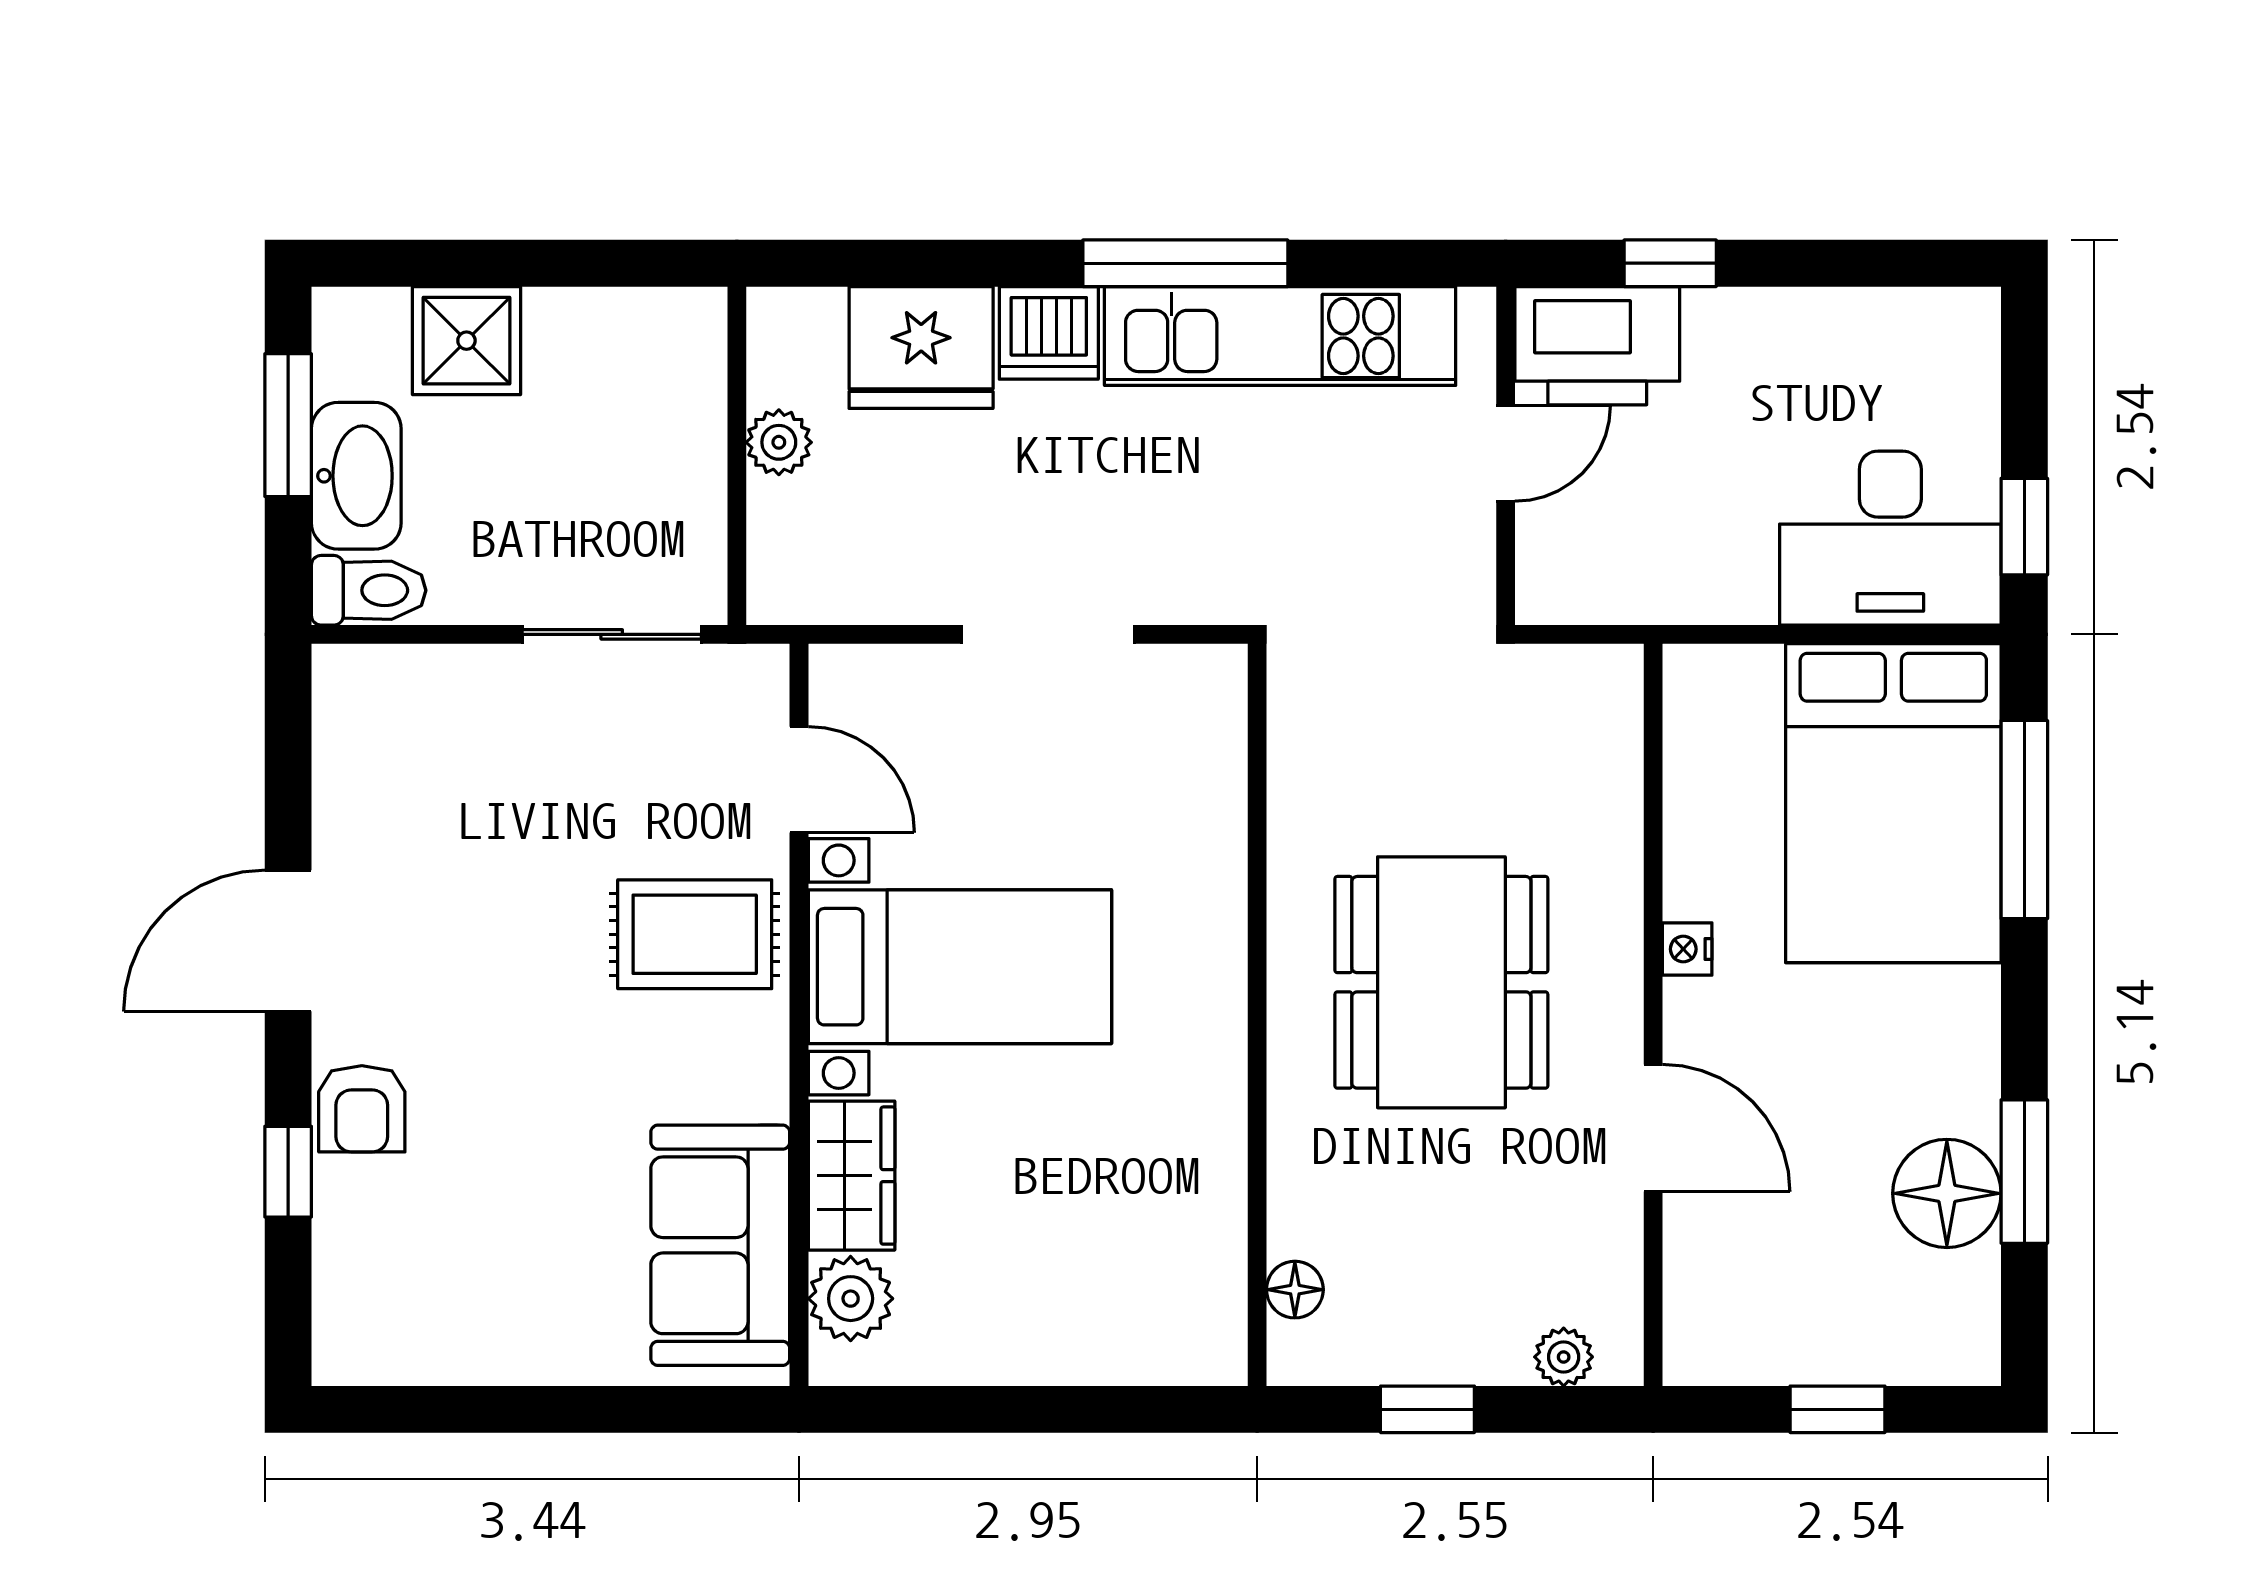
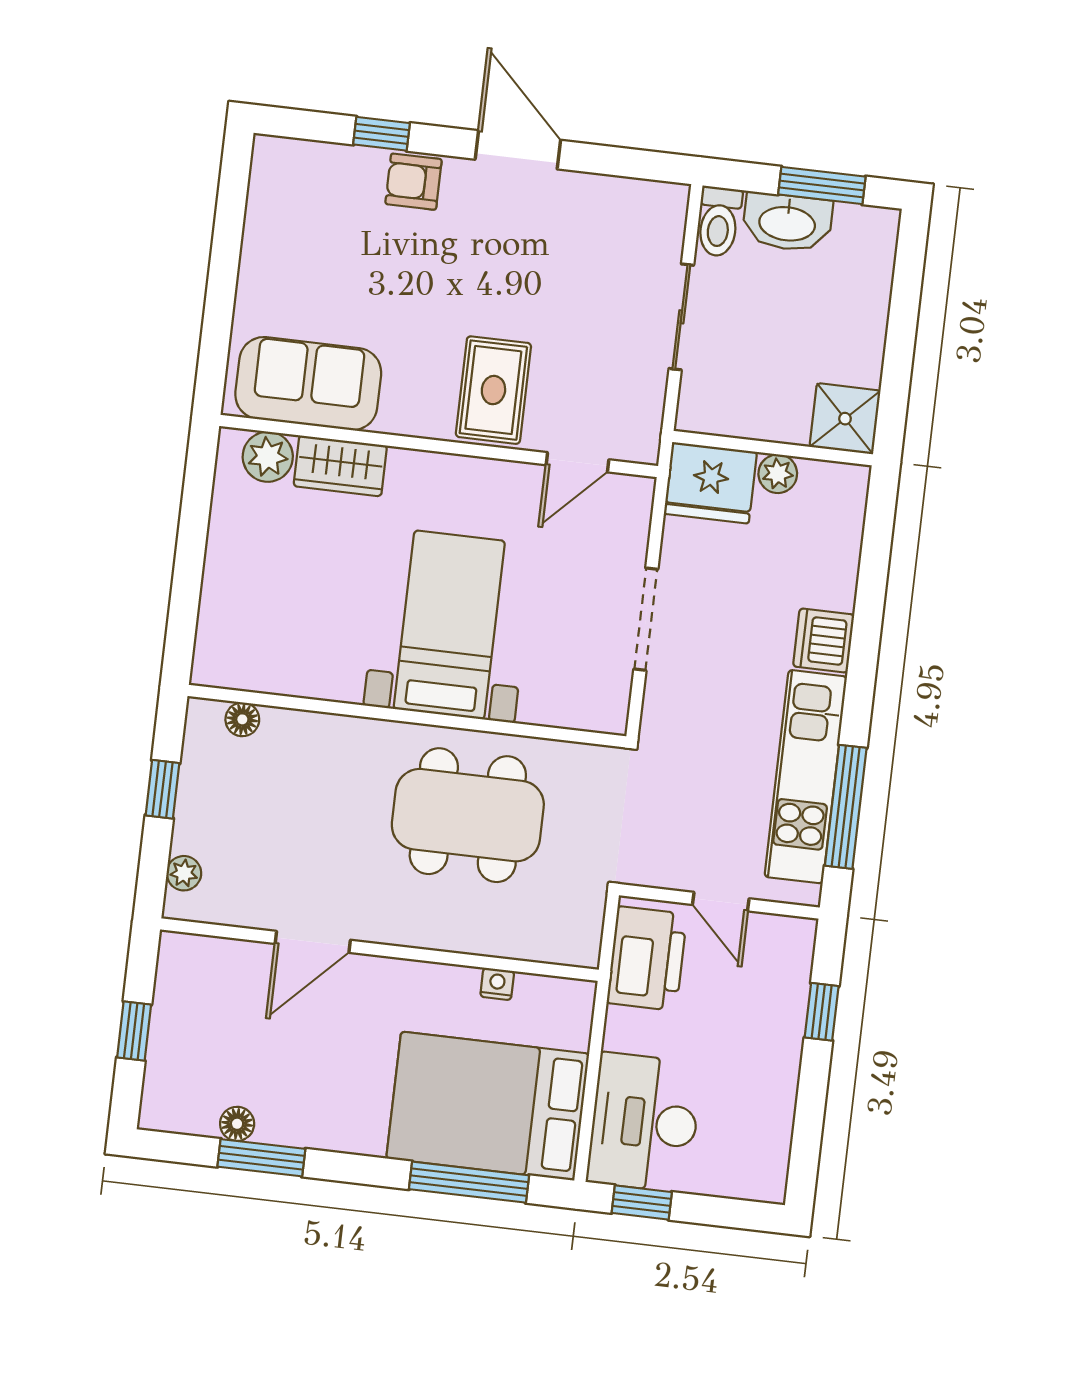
window: (1185, 263) -> (846, 807), moved
shower: (466, 341) -> (845, 419), moved
printer: (1597, 346) -> (647, 958), moved, turned 180
fridge: (921, 347) -> (710, 483), moved, turned -90
sliding door: (612, 634) -> (681, 317), moved
nightstand: (1687, 949) -> (497, 984), moved
bed with nightstands: (960, 967) -> (449, 625), moved, turned 180
dining table: (1441, 982) -> (468, 815), moved
floor lamp: (1947, 1193) -> (237, 1124), width x0.53, depth x0.53

